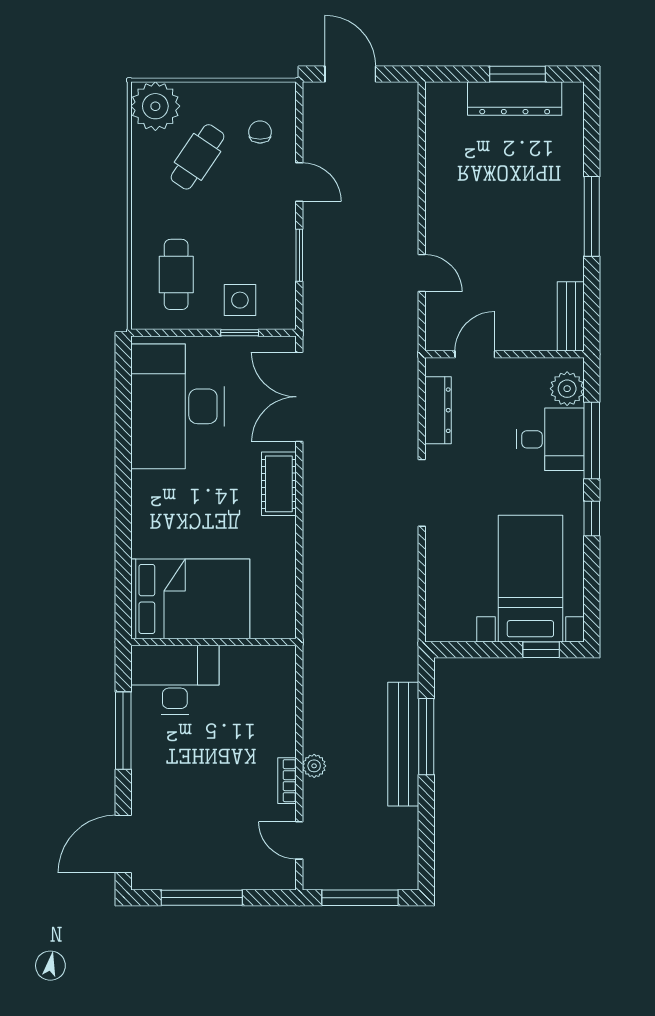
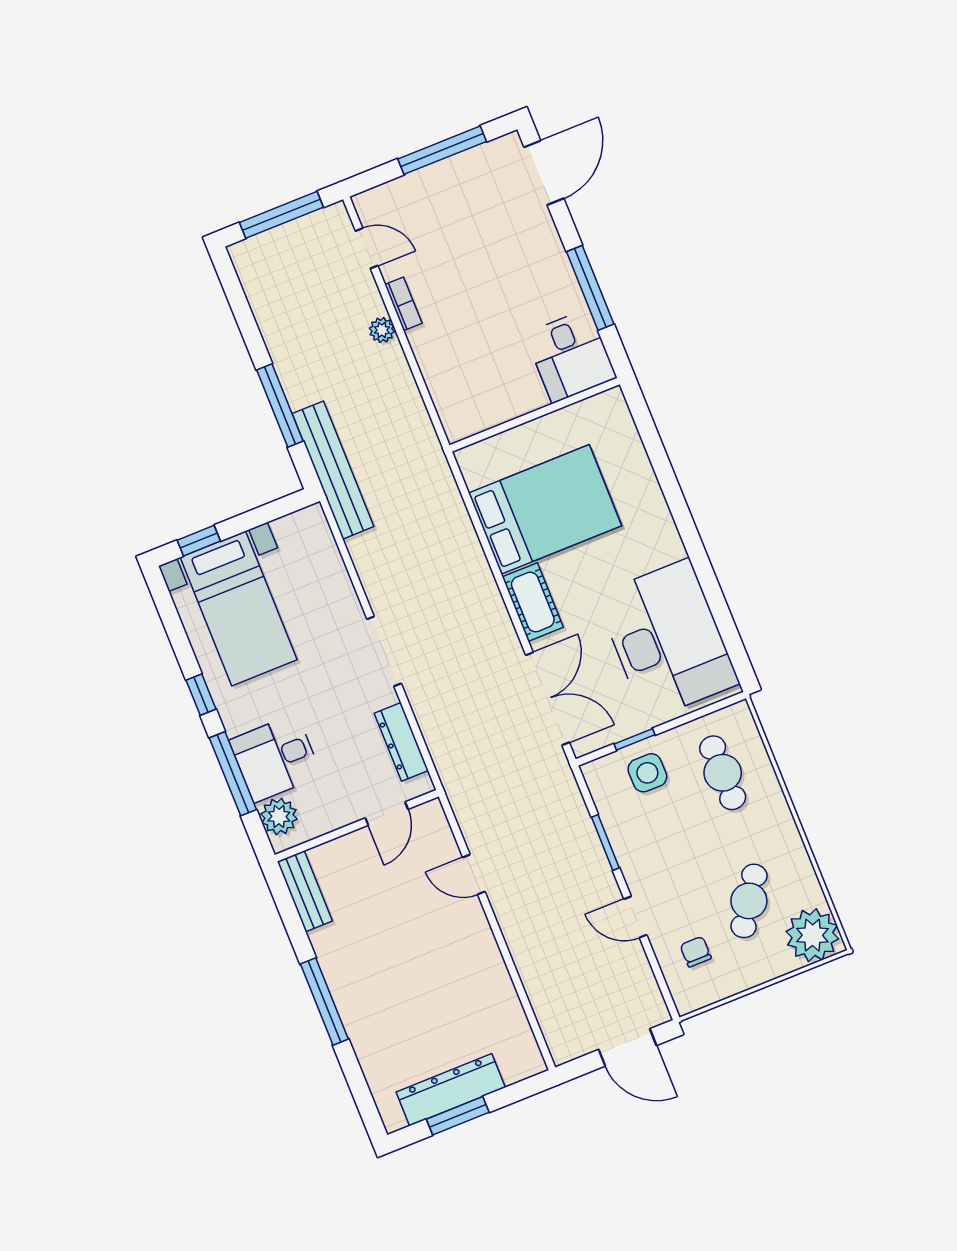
chair: (260, 132) -> (696, 952), turned 180
bed: (190, 599) -> (545, 509), moved, turned 180
desk: (175, 680) -> (571, 356), width x0.73
bench: (403, 744) -> (333, 470), moved

